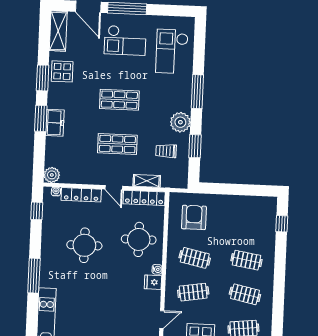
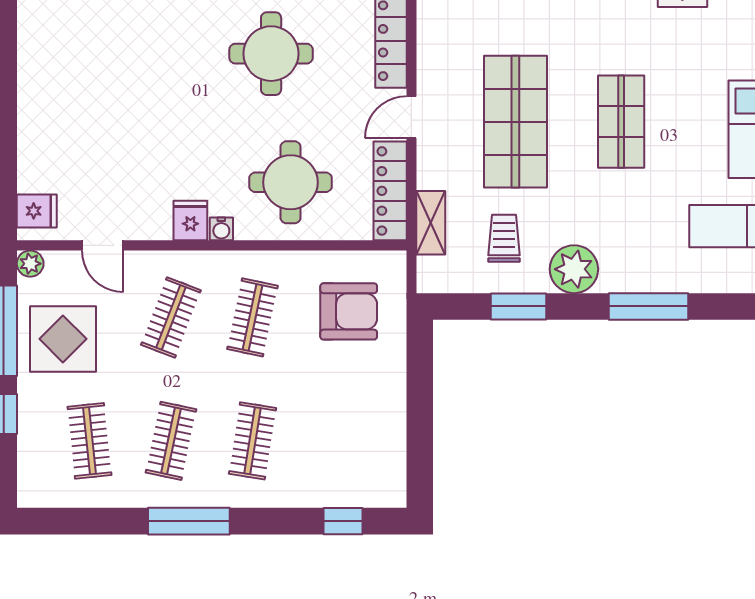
shop shelf: (117, 144) -> (515, 122), width x1.43, depth x1.36
shelving: (147, 181) -> (431, 223), moved
window: (279, 288) -> (189, 521), added
clothes rail: (193, 292) -> (171, 317), turned 30

